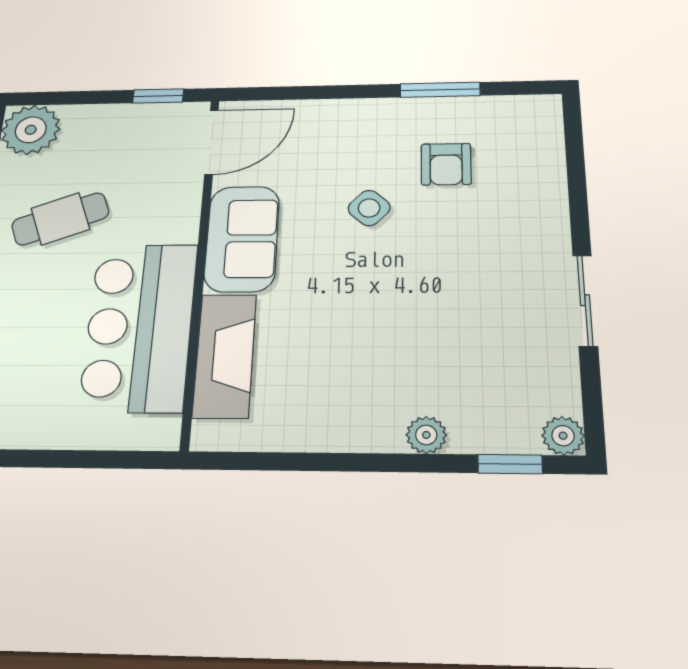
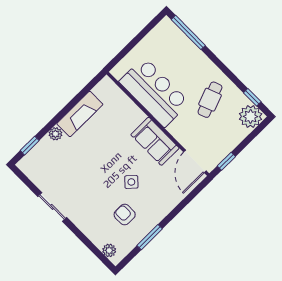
fireplace: (225, 355) -> (80, 114), moved, turned -90
plant: (563, 436) -> (109, 250), moved

